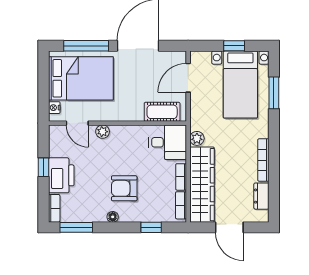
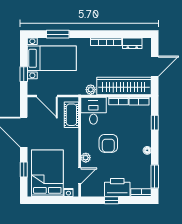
window: (86, 46) -> (24, 170), width x0.46
window: (234, 46) -> (24, 74), moved
armchair: (124, 188) -> (108, 143), moved

